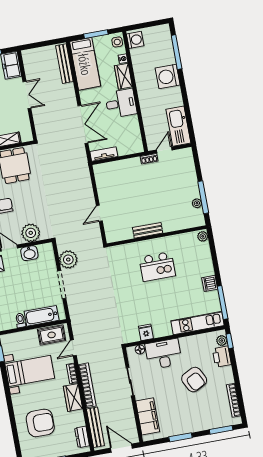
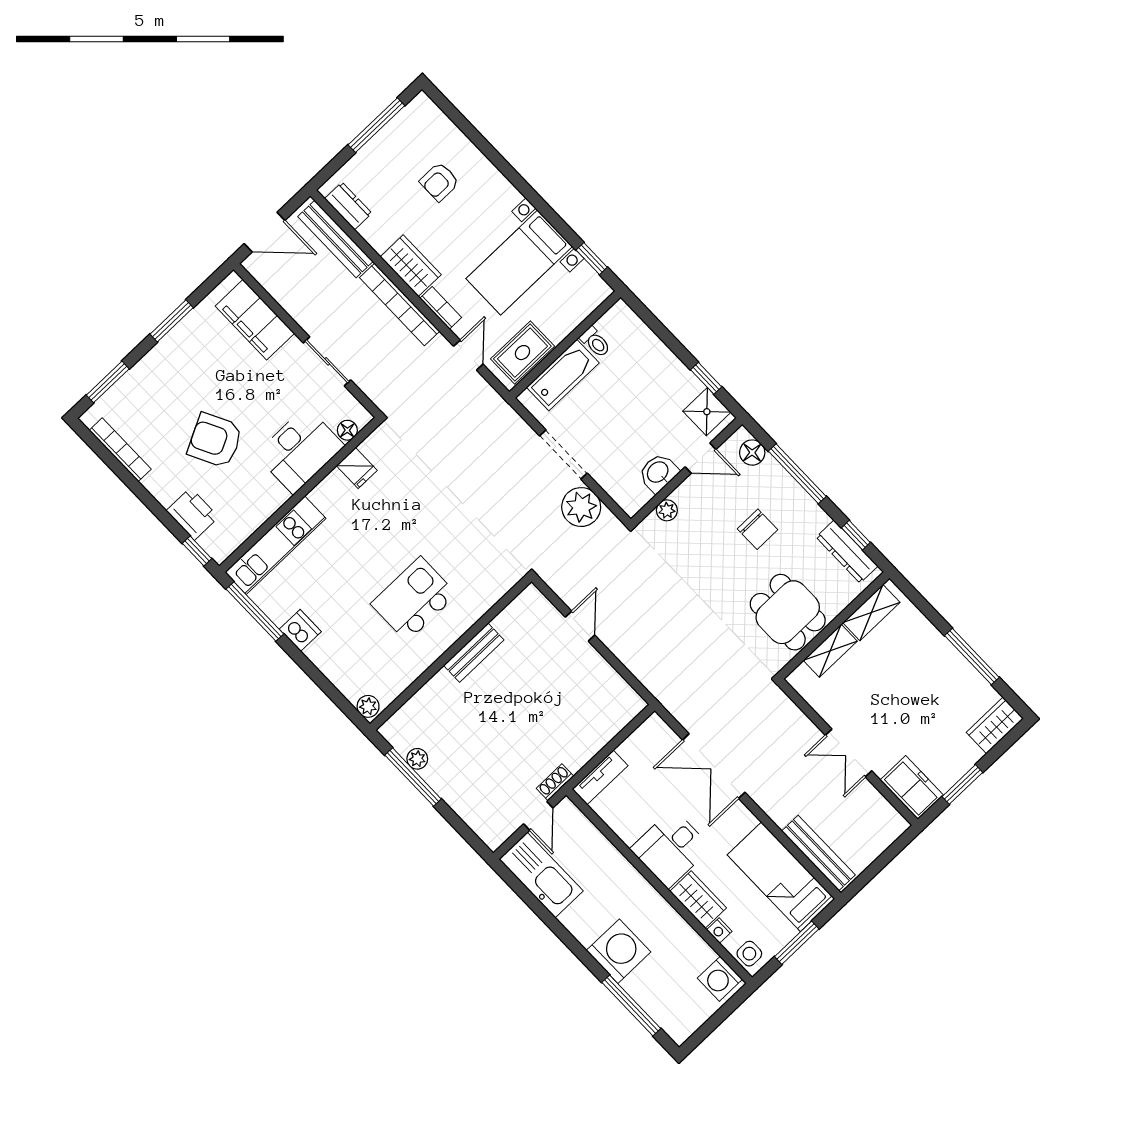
tv unit: (104, 154) -> (600, 777), moved
plant: (31, 233) -> (667, 510), width x0.53, depth x0.53
plant: (222, 341) -> (212, 542), removed
armchair: (40, 423) -> (439, 182), width x0.53, depth x0.53

